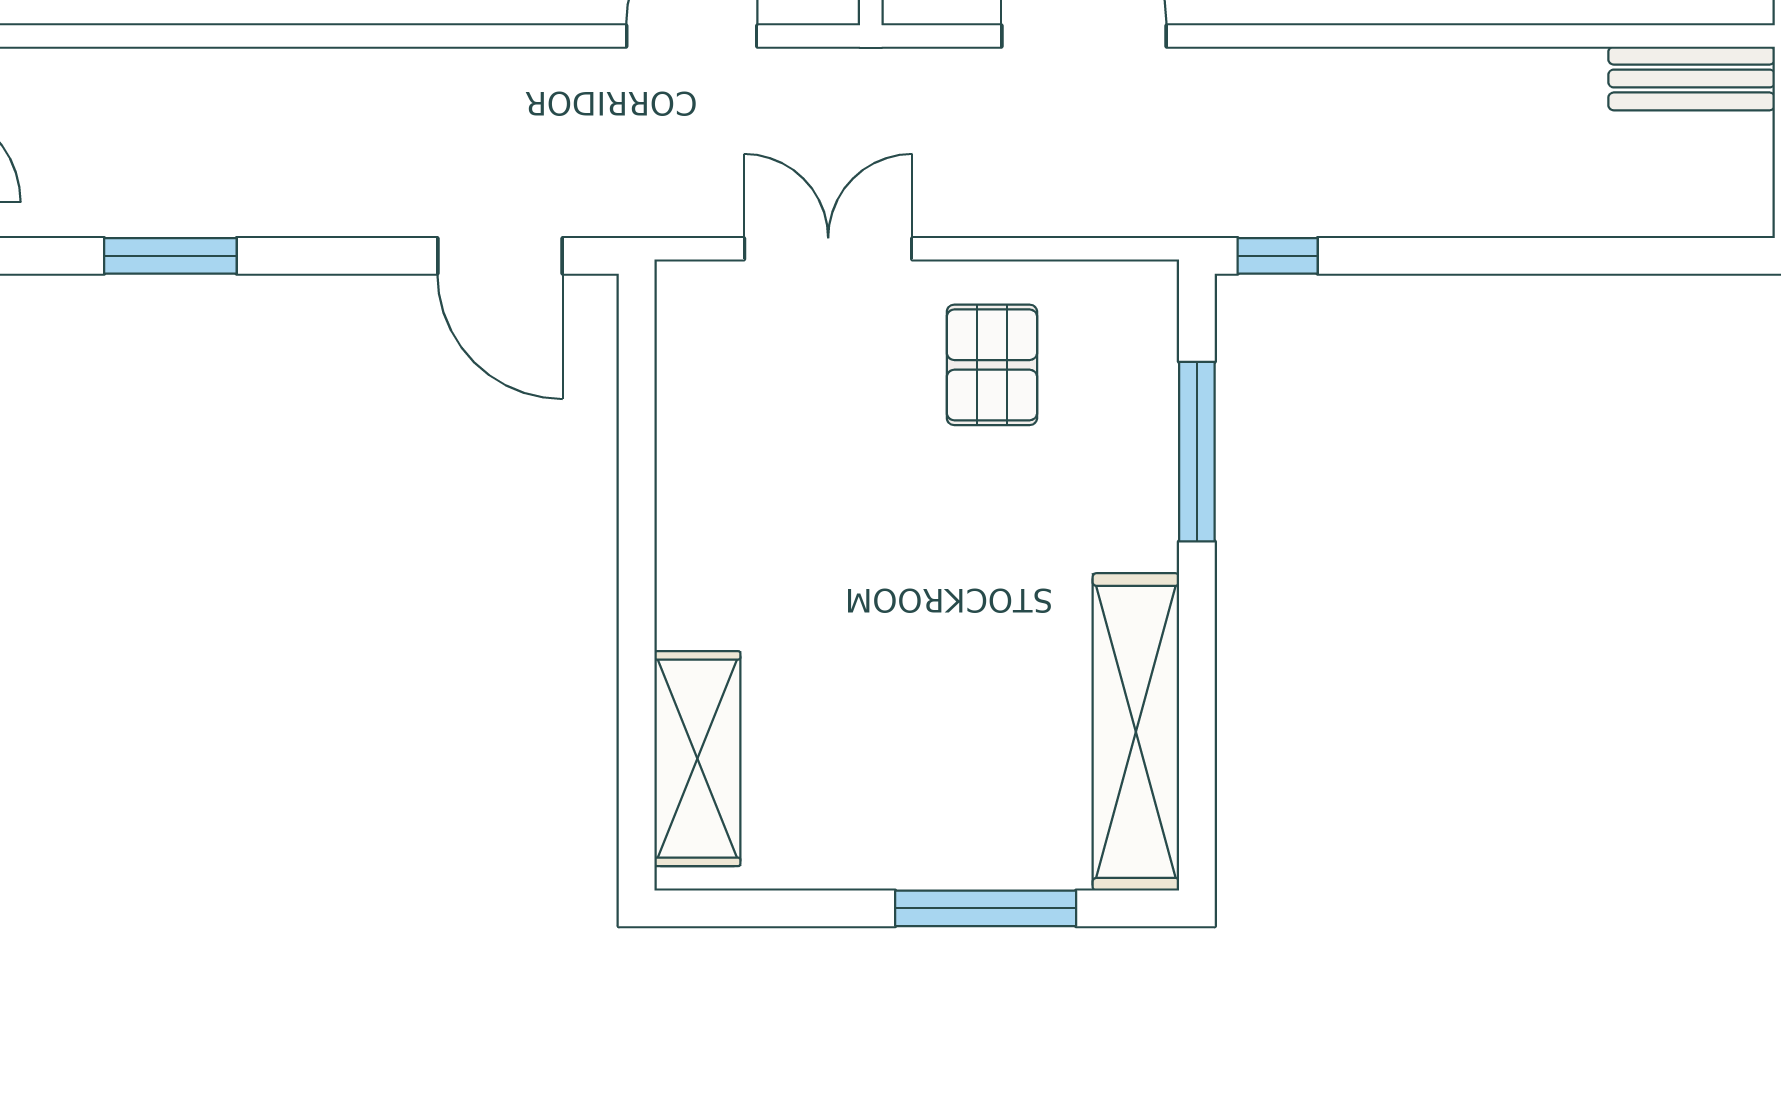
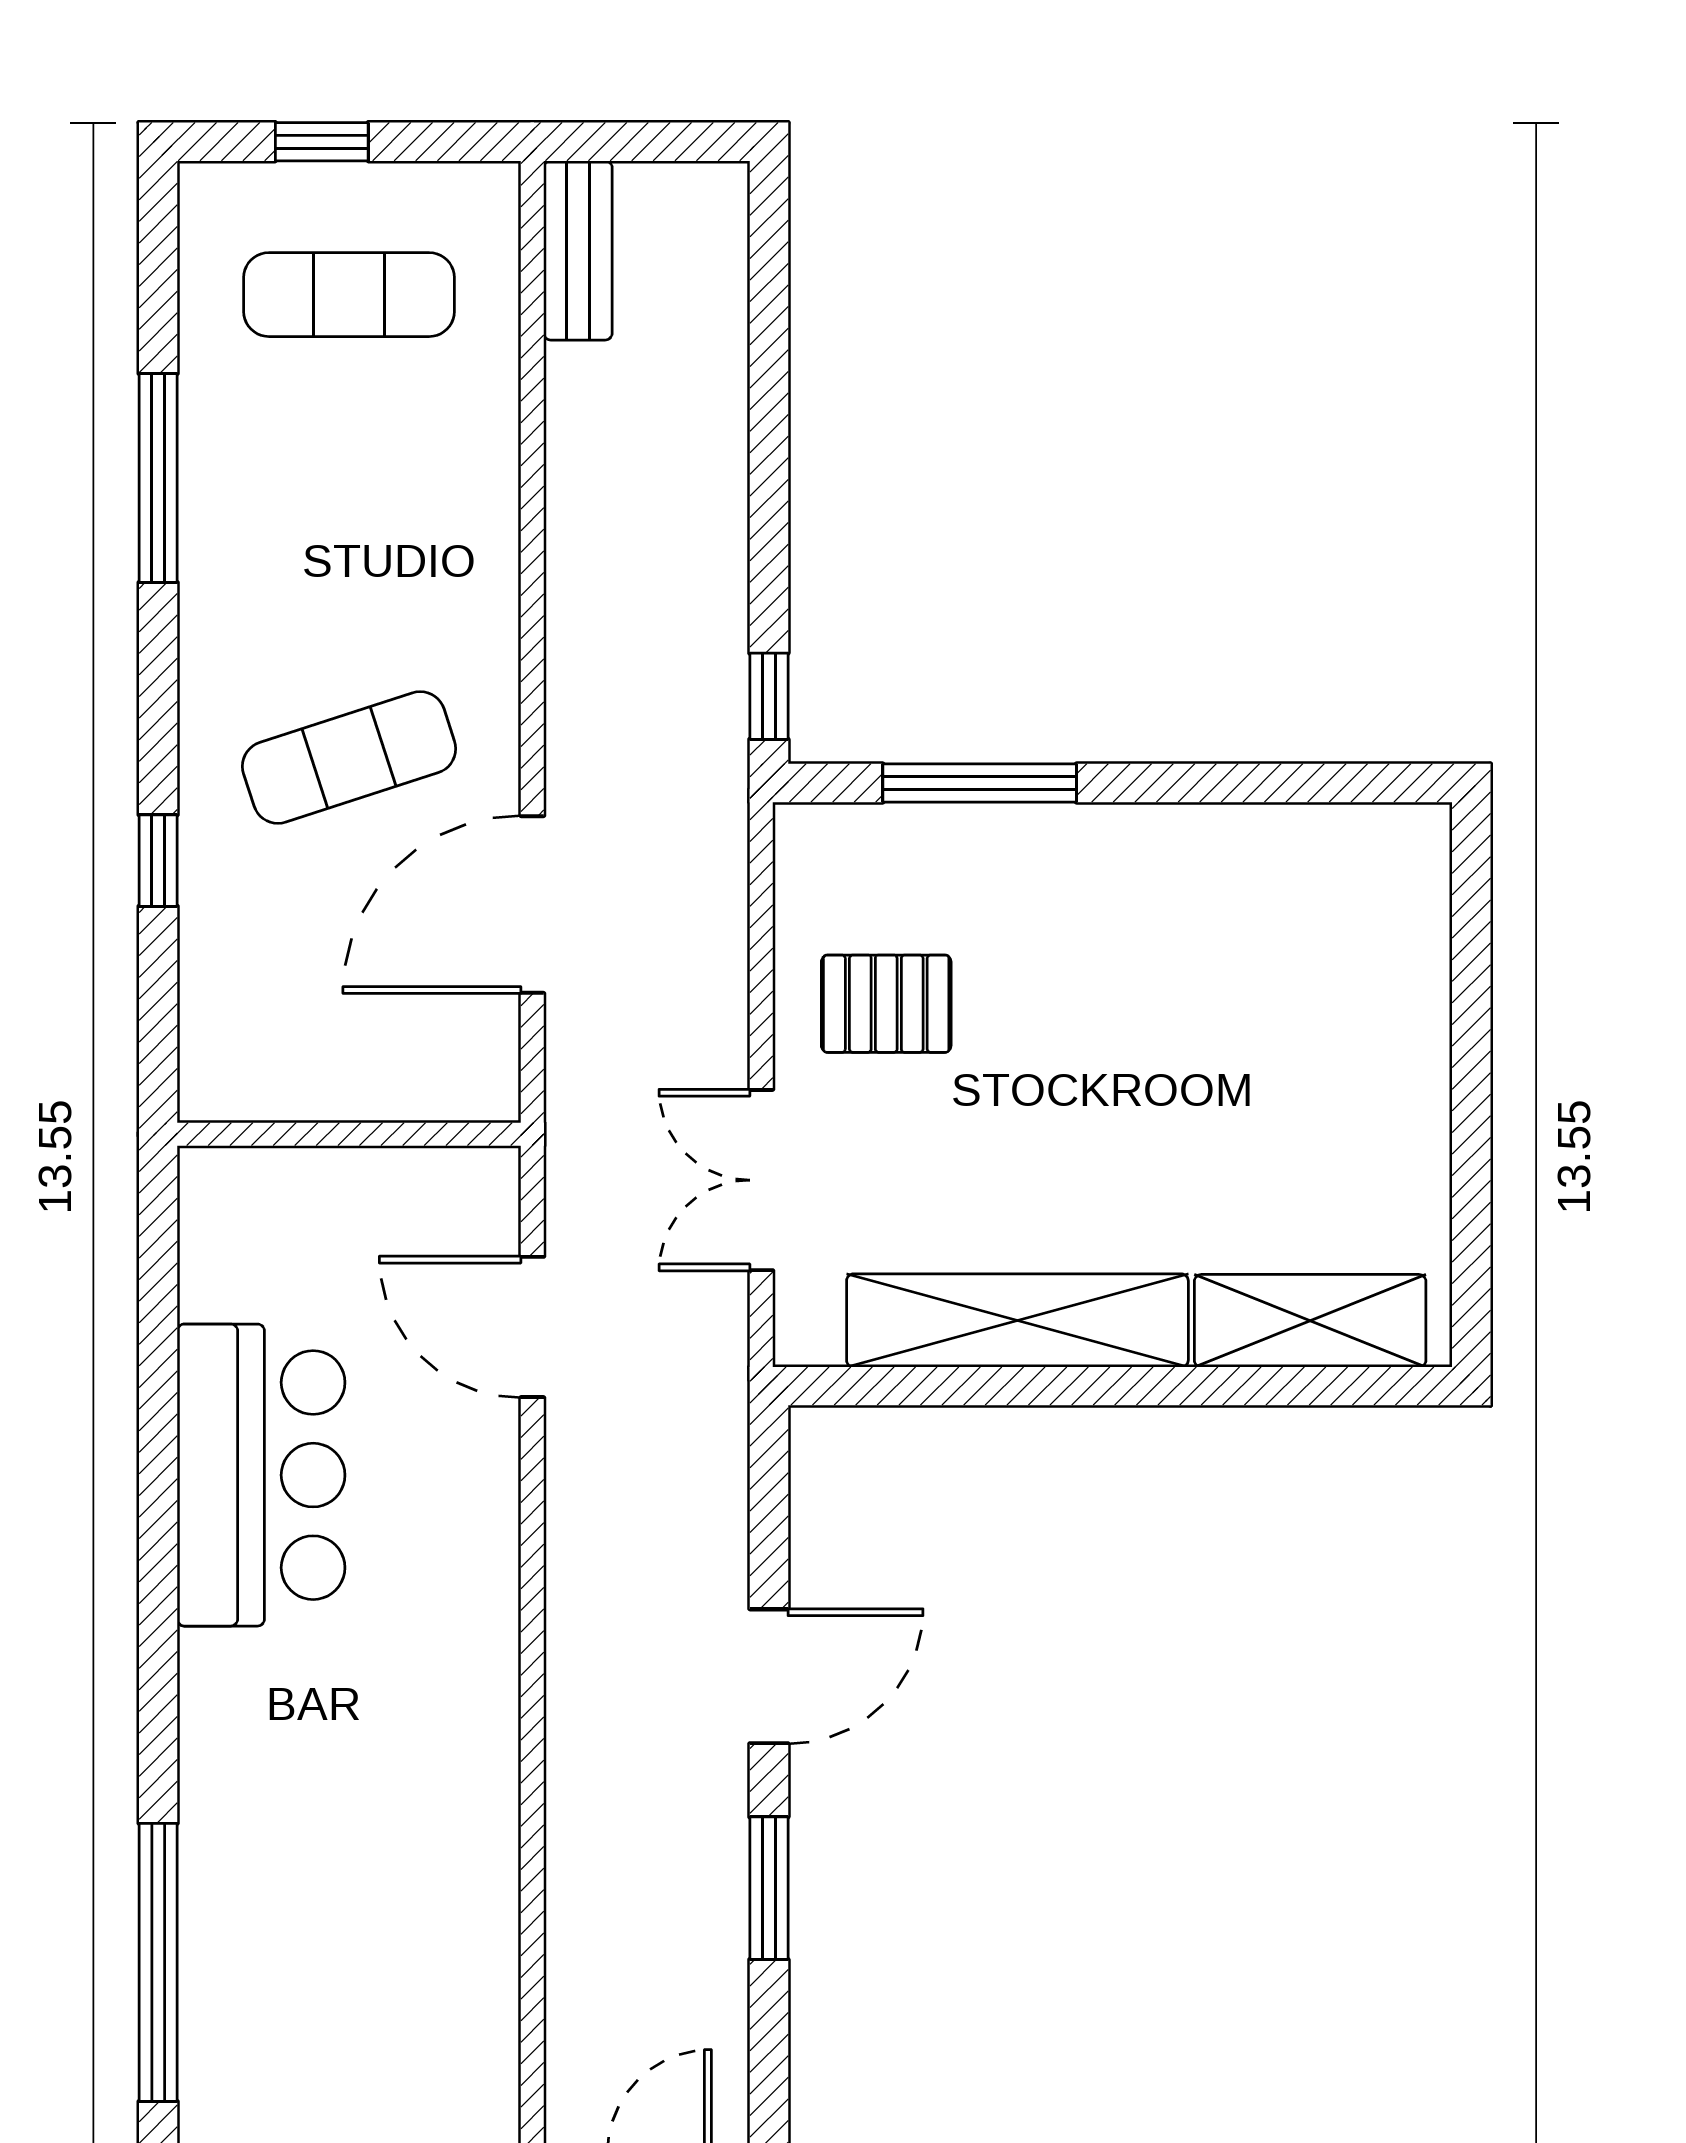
door: (500, 256) -> (769, 1676), moved
shelving: (1136, 732) -> (1017, 1320), moved
window: (986, 908) -> (1471, 1011), removed

